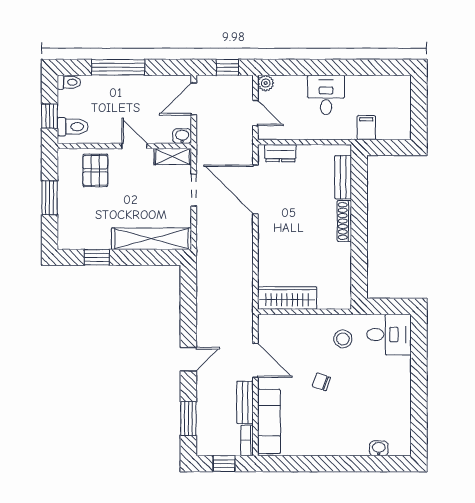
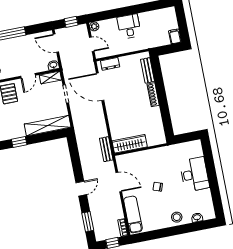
door: (194, 99) -> (56, 43), hinge flipped
filing cabinet: (366, 128) -> (175, 36), moved
door: (134, 146) -> (28, 76), swing flipped
desk: (389, 335) -> (194, 174), moved, width x1.37
stool: (343, 339) -> (177, 217), moved
bench: (245, 402) -> (106, 149), moved

